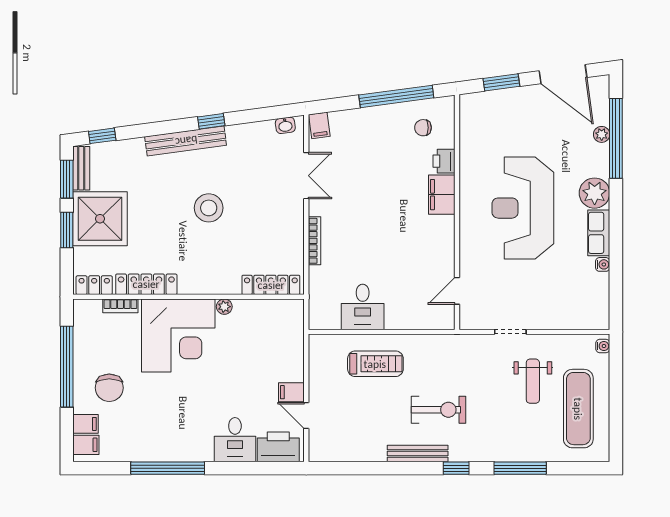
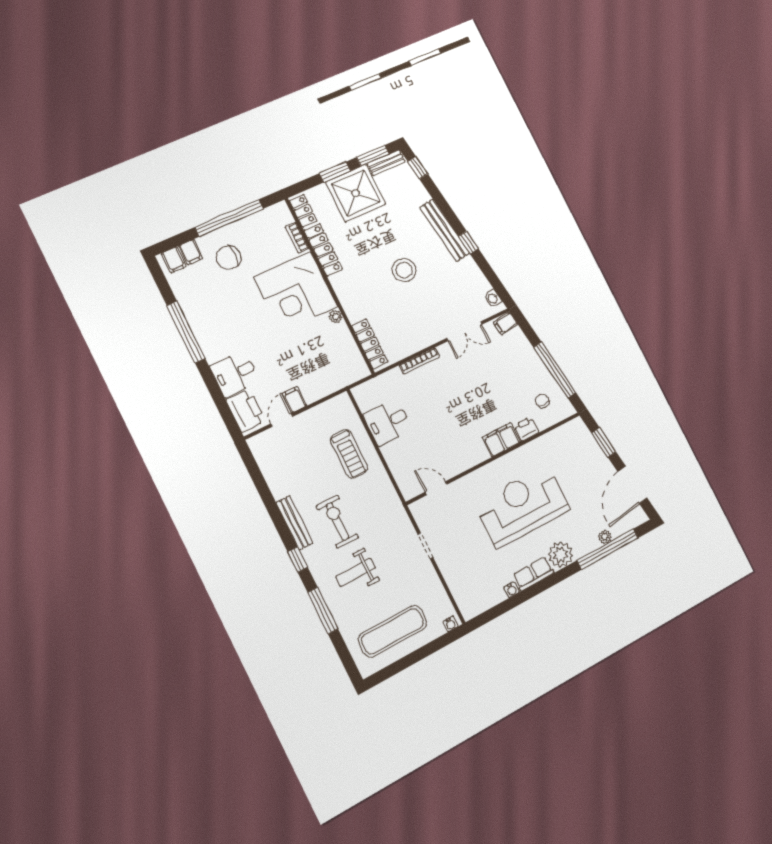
weight bench: (533, 381) -> (356, 572), moved
exercise bike: (439, 410) -> (337, 521), turned 180

